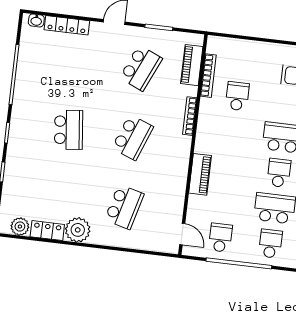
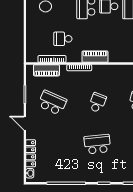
school desk: (133, 137) -> (97, 103), width x0.54
piano: (200, 174) -> (95, 57), moved

